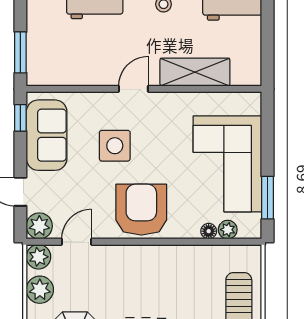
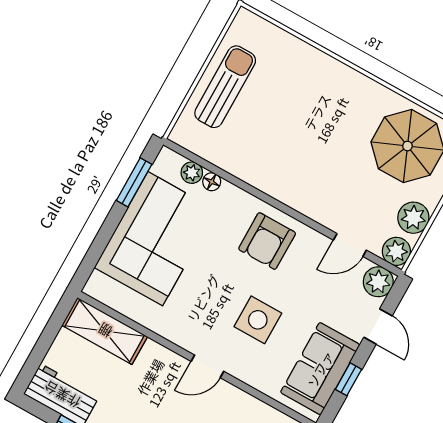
shelving: (195, 72) -> (105, 331), moved
window: (20, 118) -> (349, 379), moved
armchair: (141, 210) -> (267, 241), width x0.73, depth x0.73

